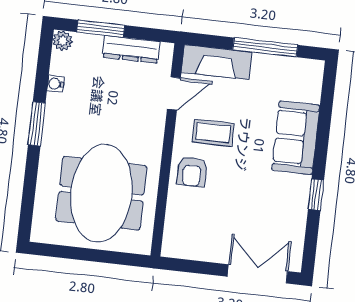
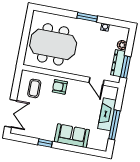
window: (101, 29) -> (125, 67), moved
plant: (63, 41) -> (122, 45), moved
fireplace: (217, 62) -> (107, 114), moved
coffee table: (213, 133) -> (34, 88), moved

